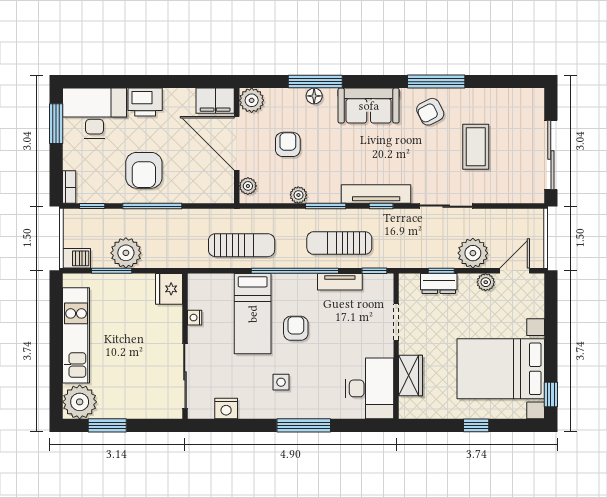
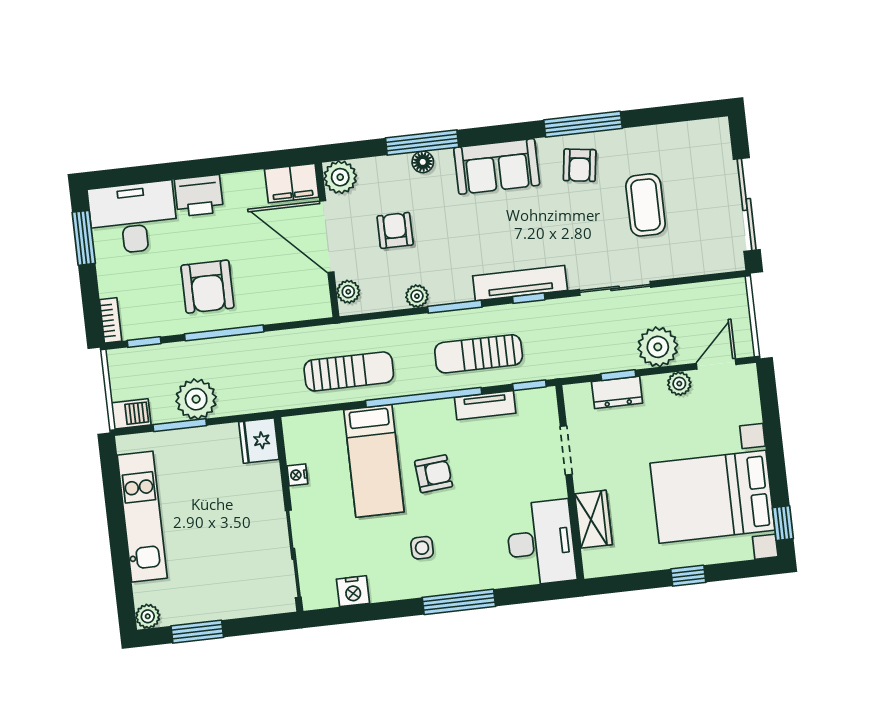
armchair: (430, 112) -> (580, 165), turned -55
armchair: (296, 328) -> (434, 474), turned 85
plant: (80, 402) -> (148, 616), width x0.53, depth x0.53

